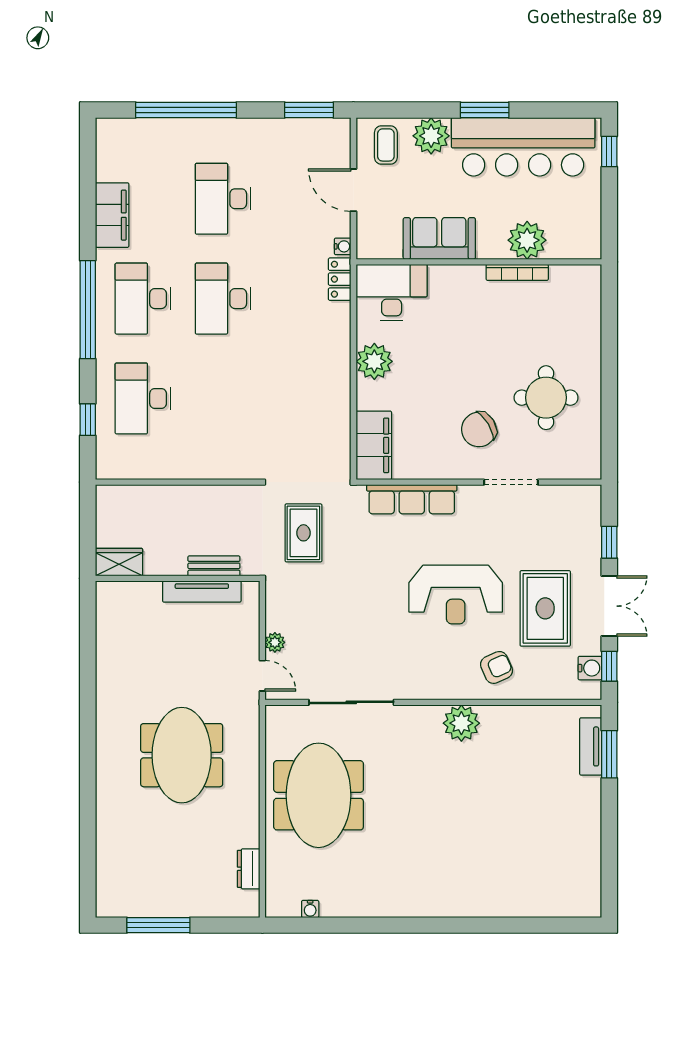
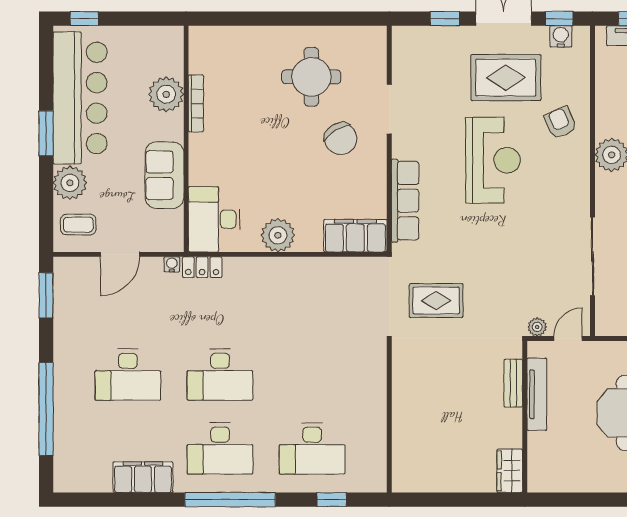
wardrobe: (119, 562) -> (510, 471), moved
bench: (214, 566) -> (513, 383), moved
wall: (178, 578) -> (525, 417), moved
tv unit: (202, 591) -> (537, 394), moved

